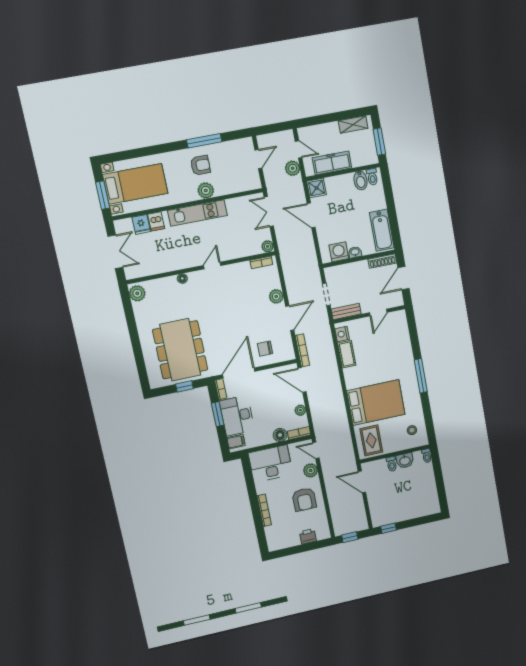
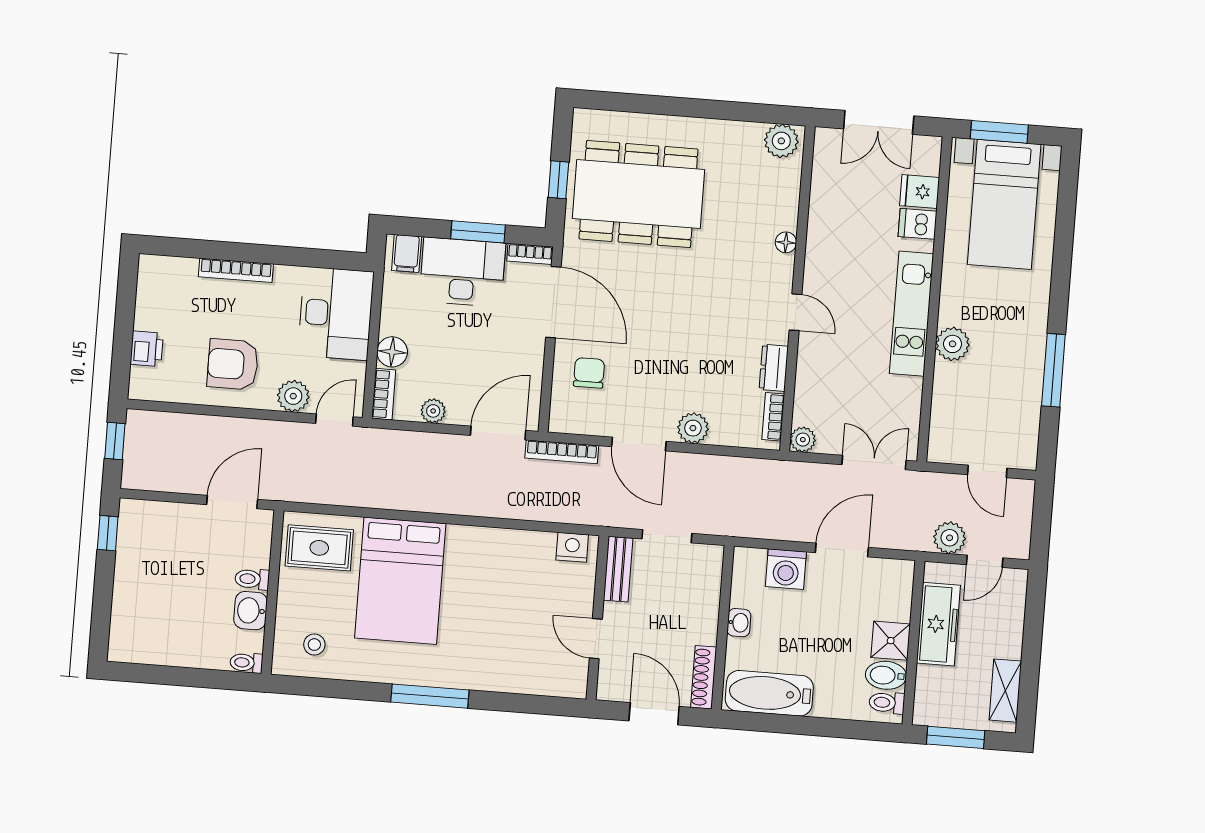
armchair: (200, 165) -> (1006, 348), removed
shower: (317, 188) -> (891, 641), moved
washing machine: (339, 252) -> (786, 569), moved, turned 90
dresser: (240, 268) -> (774, 368), added
cot: (347, 354) -> (525, 545), removed

